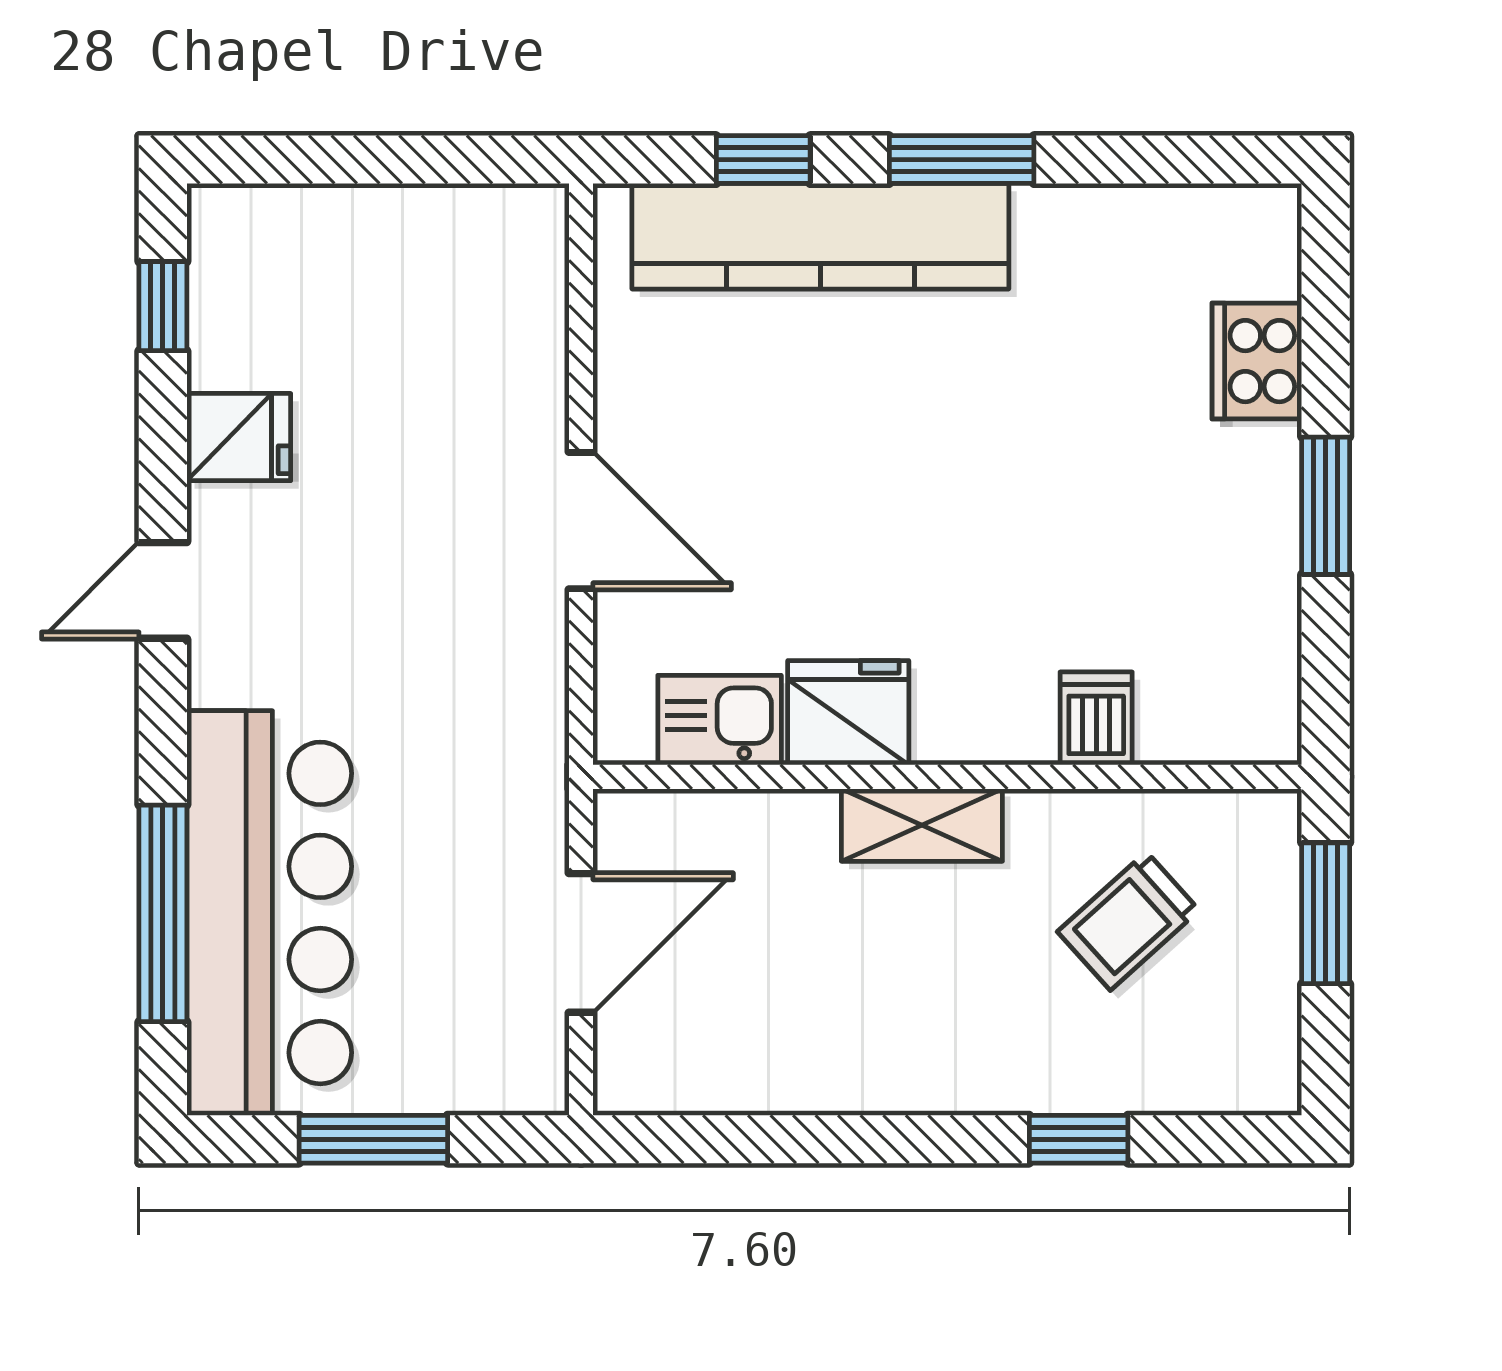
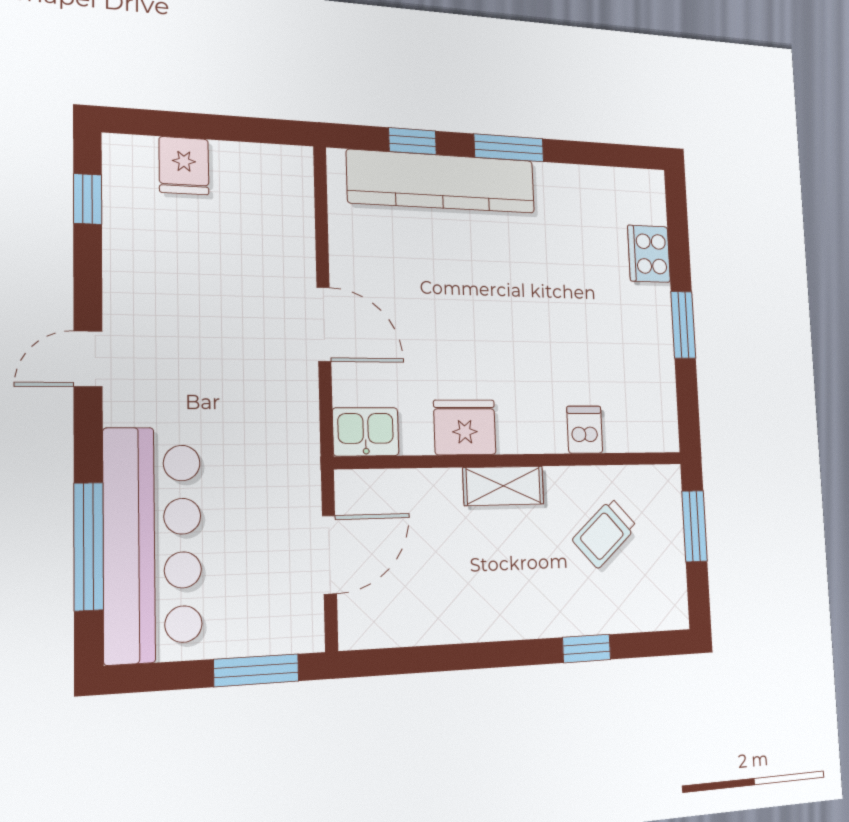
fridge: (239, 437) -> (184, 166), moved, turned 90
kitchen sink: (720, 720) -> (366, 432), moved
window: (373, 1139) -> (256, 670), moved

